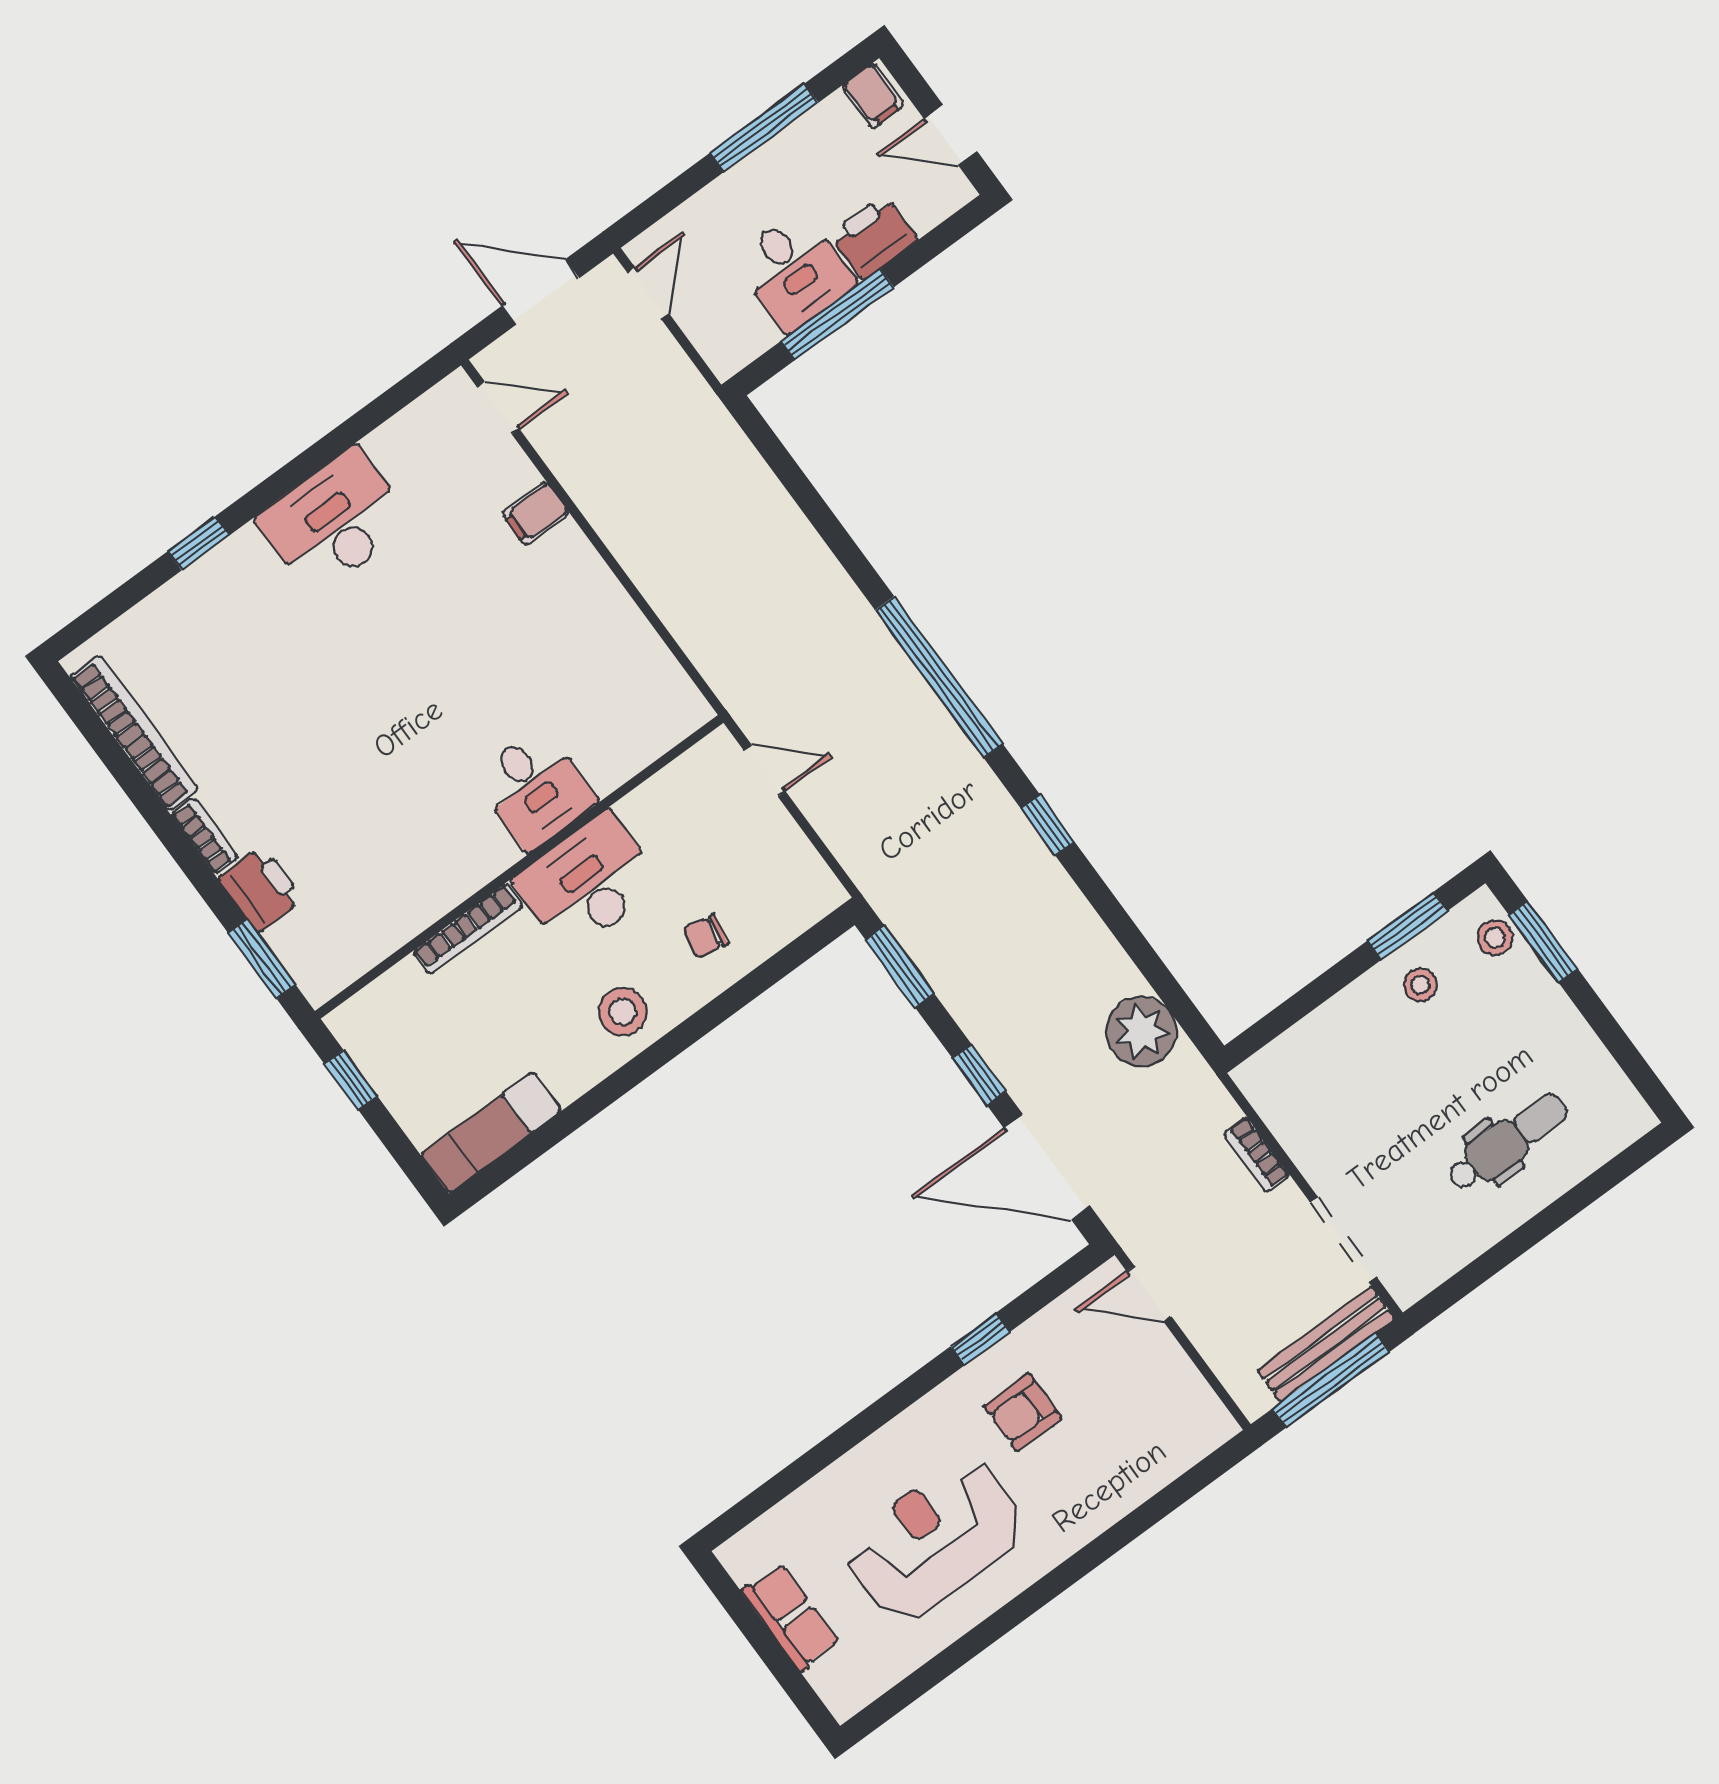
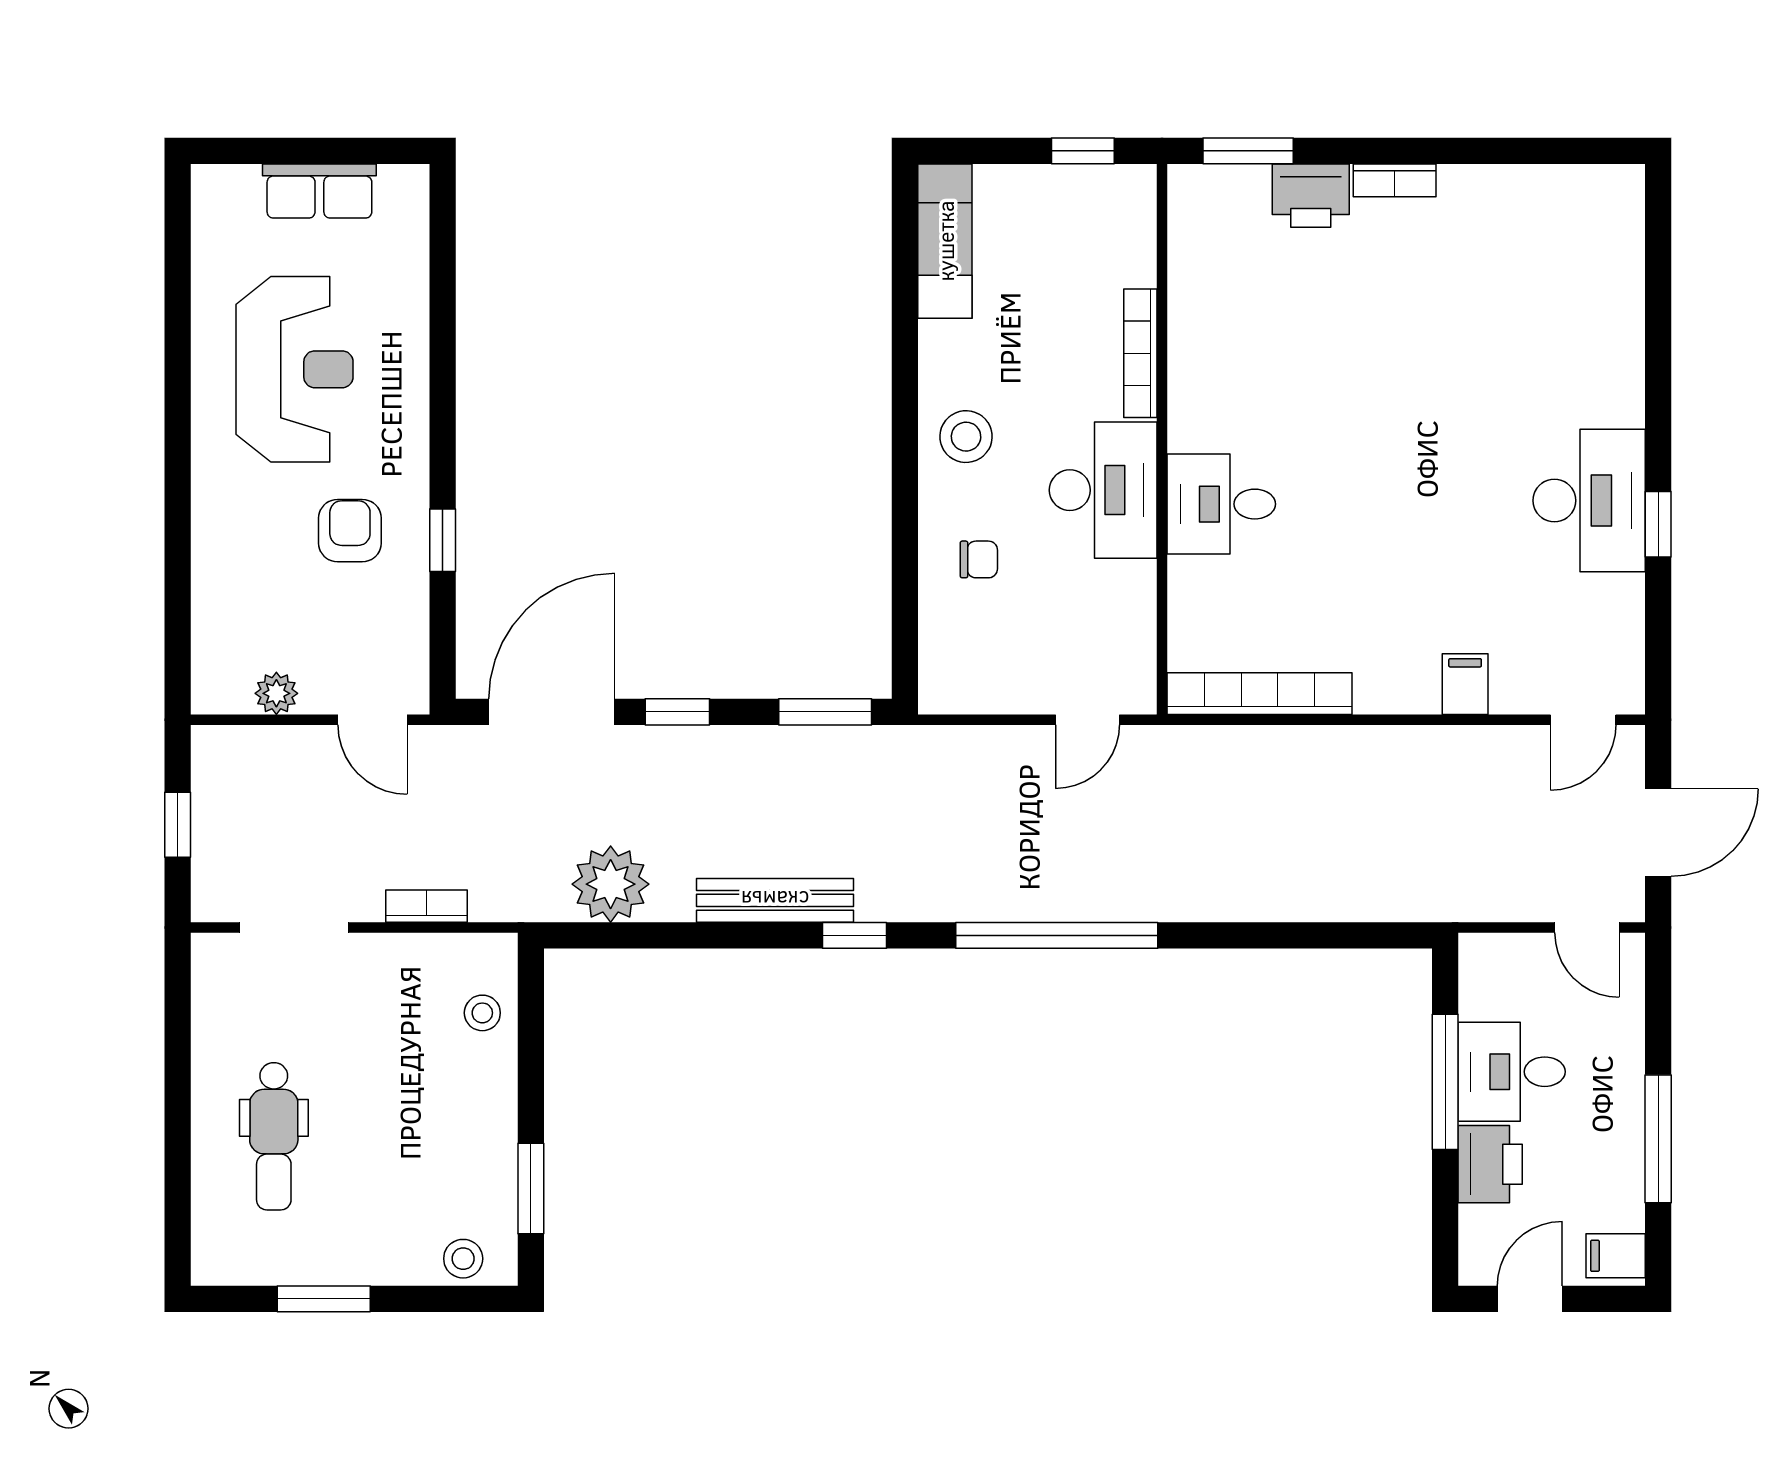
window: (199, 543) -> (1658, 524), moved
bookcase: (134, 733) -> (1259, 694), moved, turned 180
chair: (706, 936) -> (979, 559), turned 79
window: (1543, 942) -> (324, 1299), moved
stool: (1420, 985) -> (482, 1013), moved
door: (1149, 1294) -> (372, 720), swing flipped
bench: (1326, 1344) -> (775, 900), moved, turned 90
plant: (1181, 1379) -> (276, 693), added
window: (1331, 1380) -> (178, 825), width x0.46

